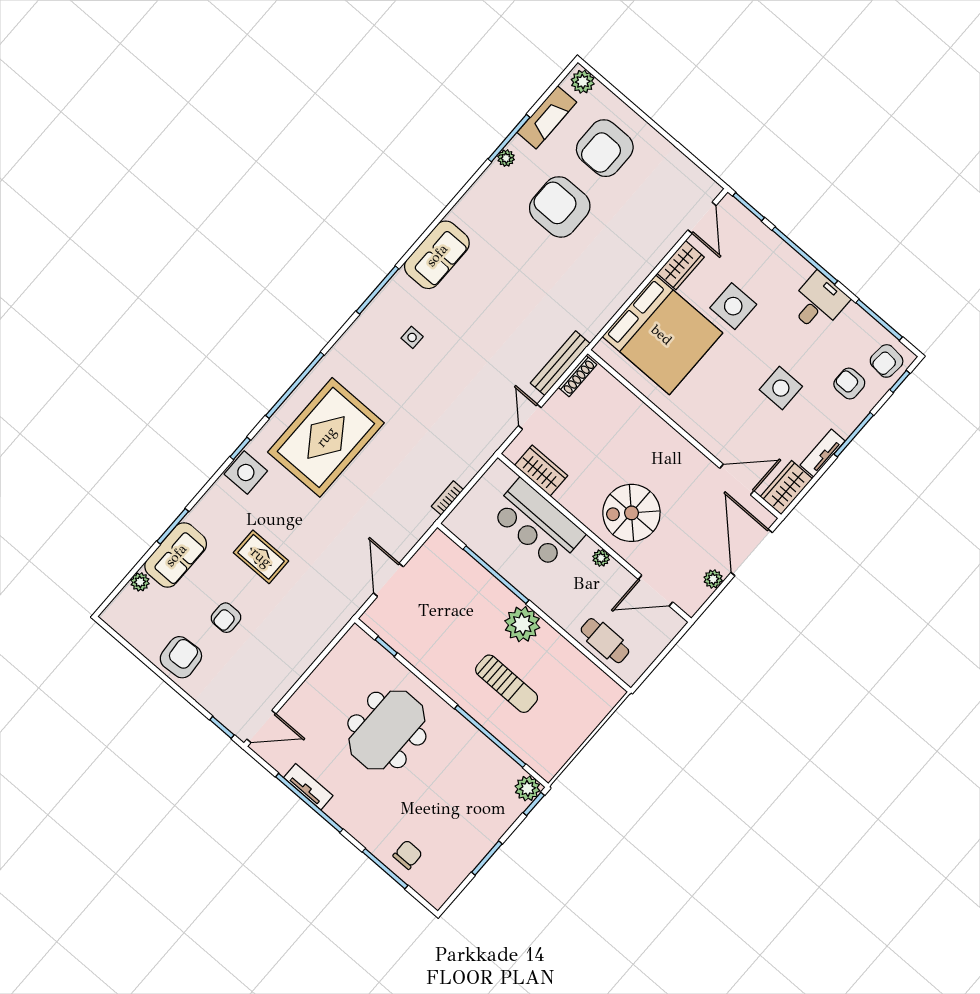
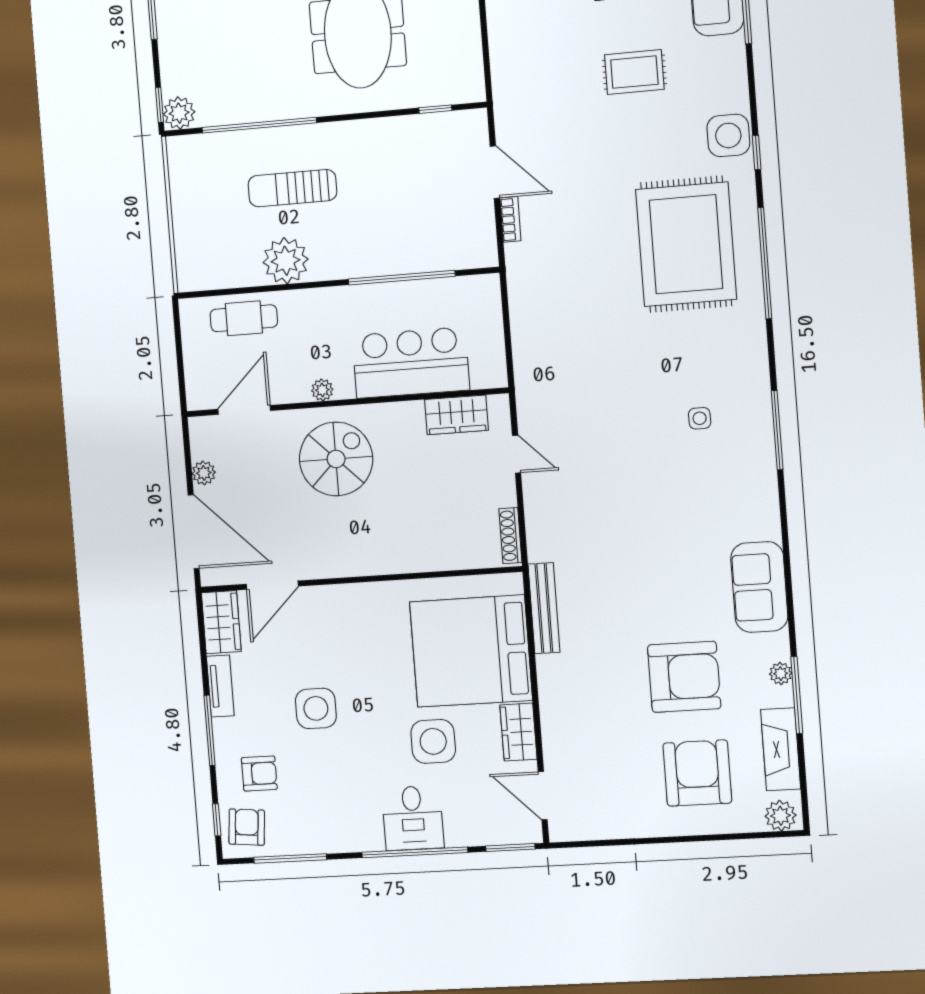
sofa: (437, 255) -> (759, 587), moved
desk: (818, 302) -> (413, 818), moved
bench: (560, 363) -> (544, 608), moved
bookcase: (447, 498) -> (510, 219), moved
plant: (522, 624) -> (286, 261), moved

